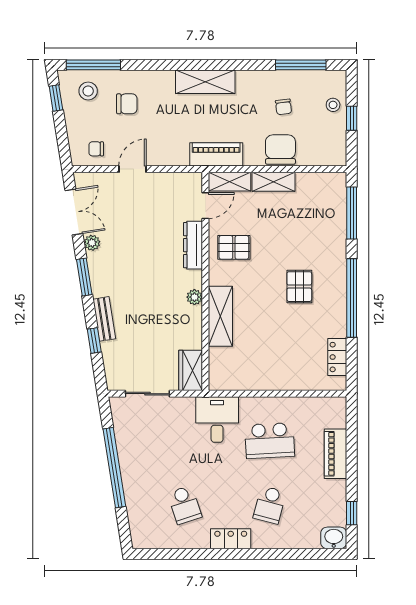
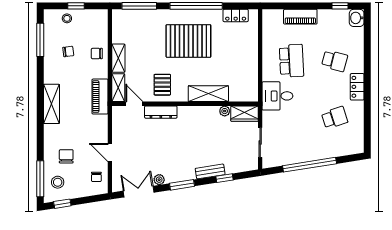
chair: (280, 150) -> (97, 54), width x0.54, depth x0.54
pallet: (299, 287) -> (188, 41), width x2.05, depth x2.00
plant: (194, 297) -> (225, 111), moved

